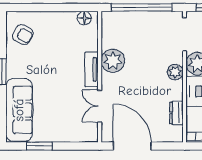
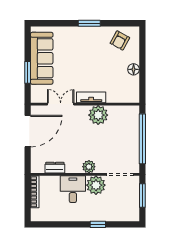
floor lamp: (84, 18) -> (134, 69), moved
sofa: (19, 110) -> (42, 58), moved, turned -90
window: (39, 146) -> (28, 72), moved

